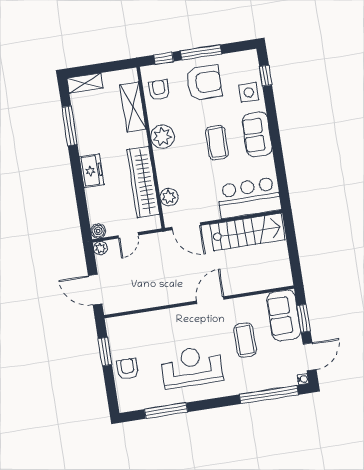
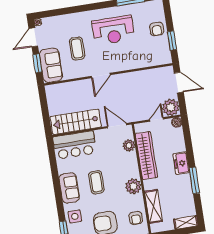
window: (70, 126) -> (194, 180), moved
plant: (100, 248) -> (171, 107), width x1.87, depth x1.87
window: (269, 395) -> (61, 12), removed

